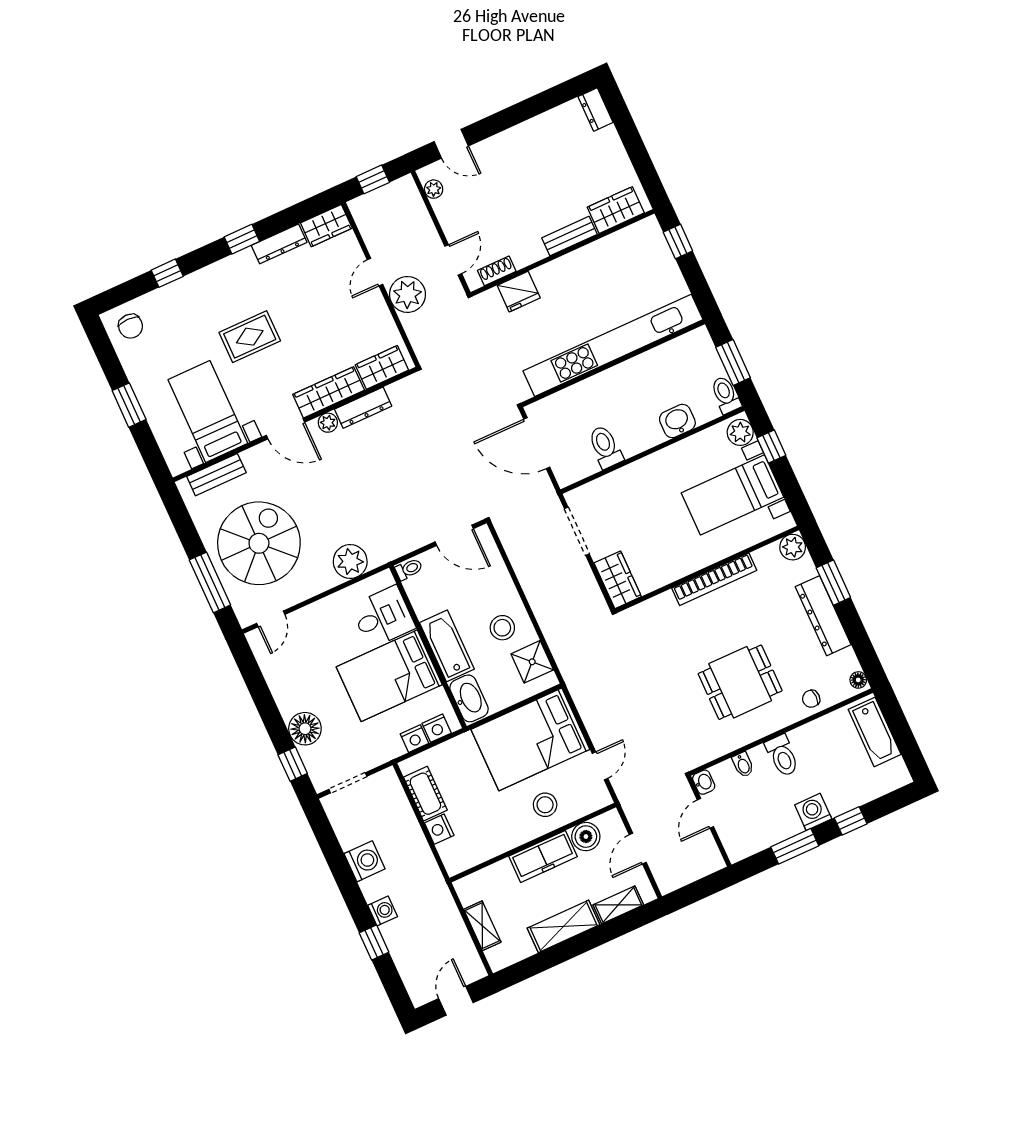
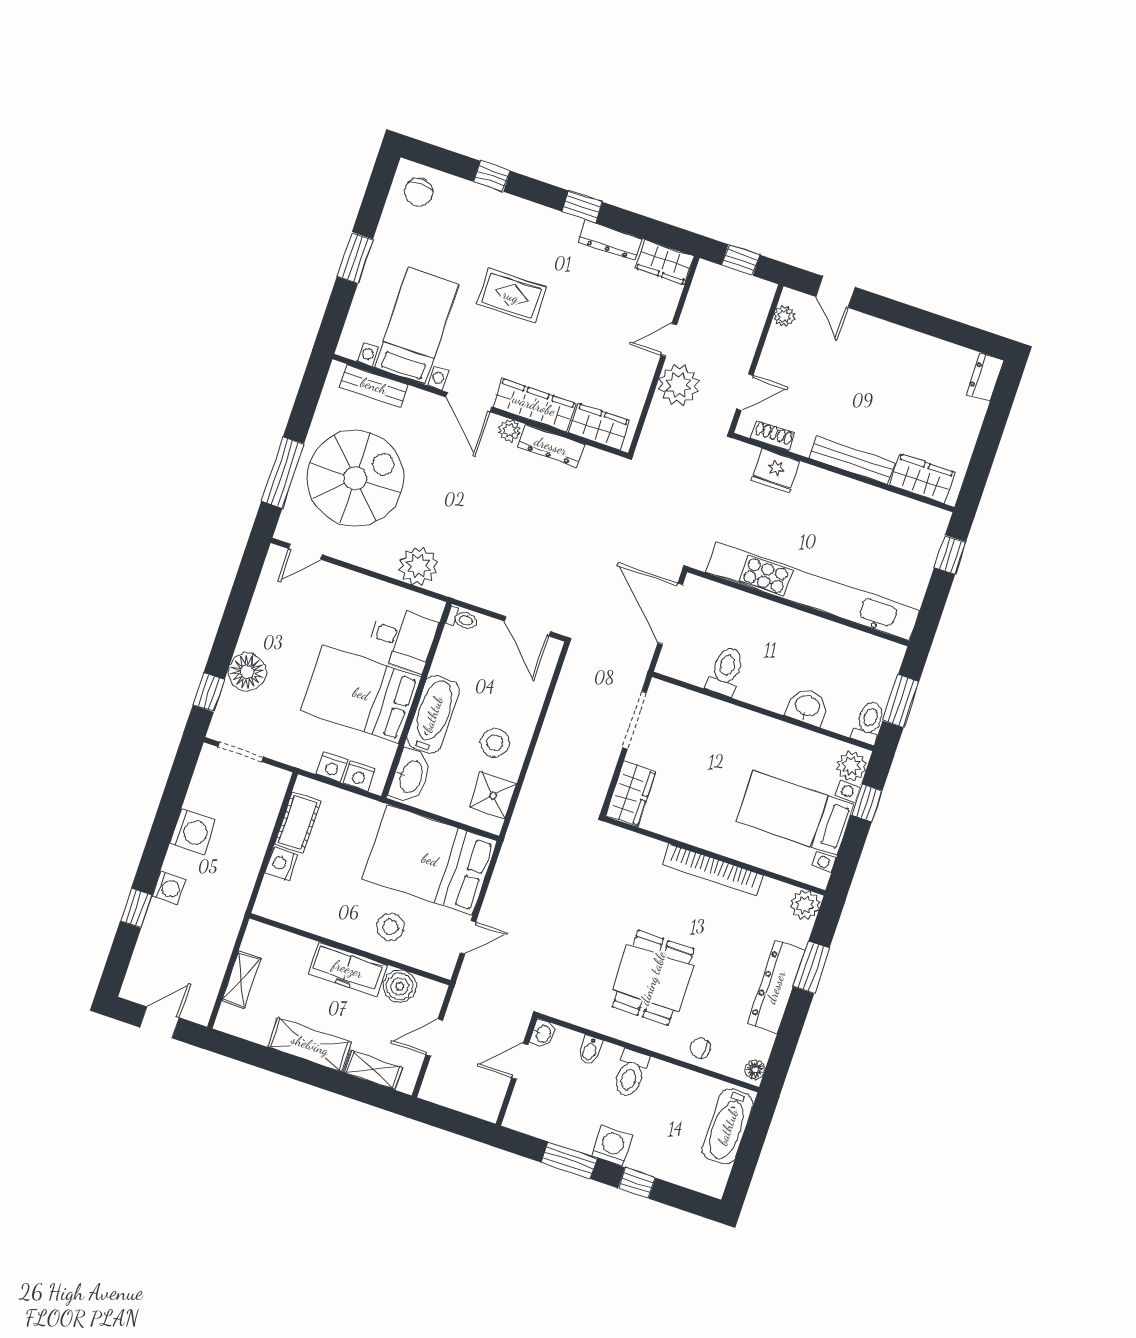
bench: (570, 236) -> (852, 461), width x1.36
dining table: (740, 682) -> (653, 978), turned 90

